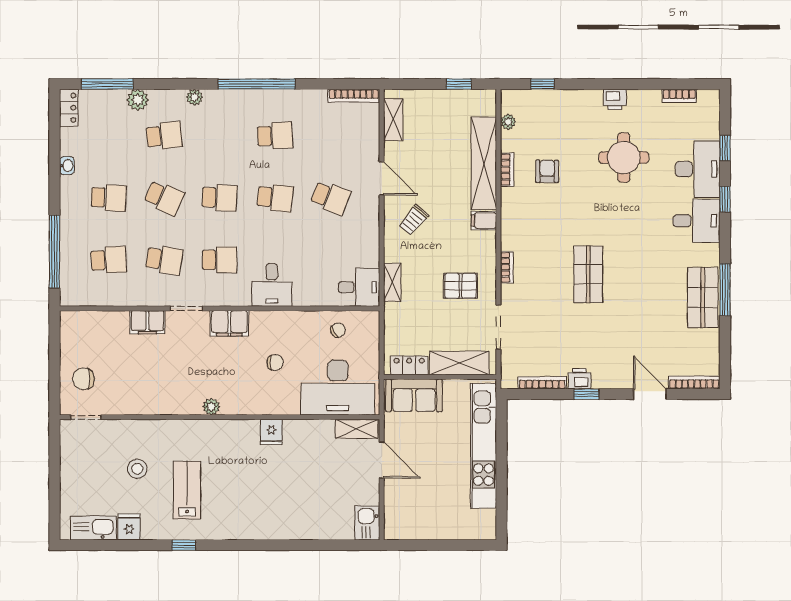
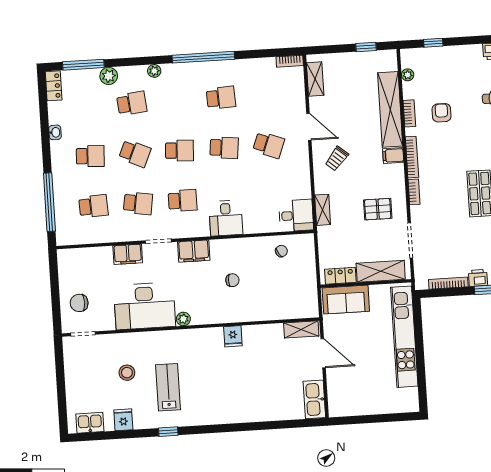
bookcase: (354, 96) -> (290, 61), width x0.64
bookcase: (507, 224) -> (412, 157), added
desk: (338, 388) -> (145, 306), moved
kitchen sink: (367, 523) -> (314, 399), width x1.38
kitchen sink: (94, 528) -> (90, 423), width x0.73

